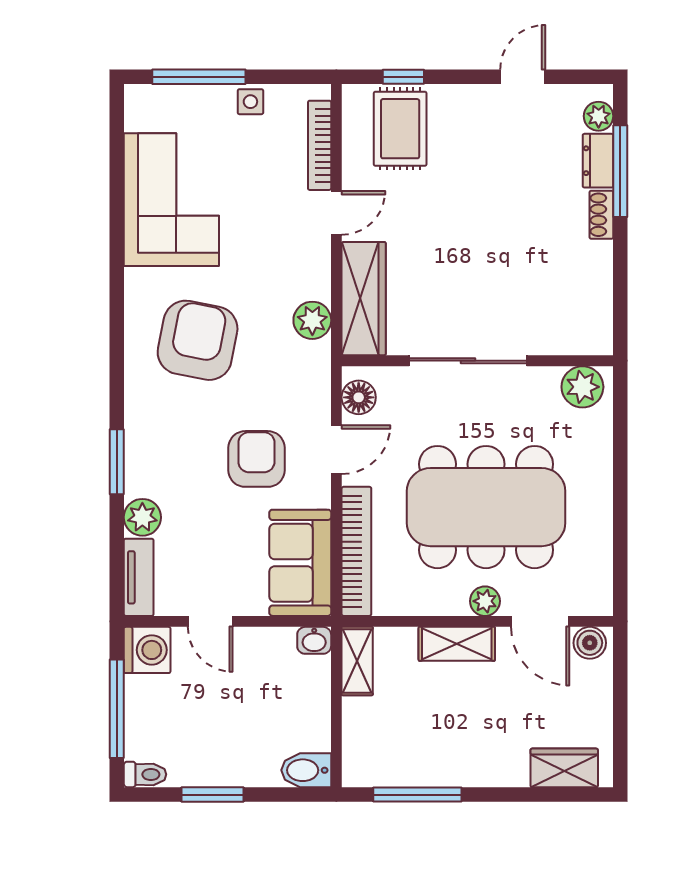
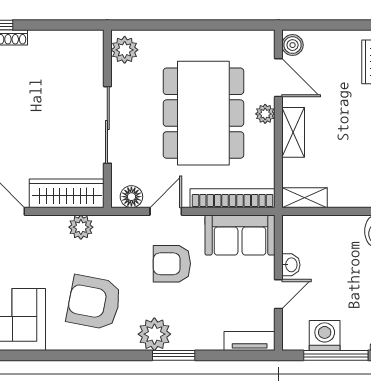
door: (336, 450) -> (166, 211), hinge flipped
plant: (142, 517) -> (154, 334), moved, width x1.36, depth x1.36
door: (540, 621) -> (278, 78), hinge flipped
washbasin: (314, 640) -> (291, 265), moved
washing machine: (147, 650) -> (325, 335), moved

